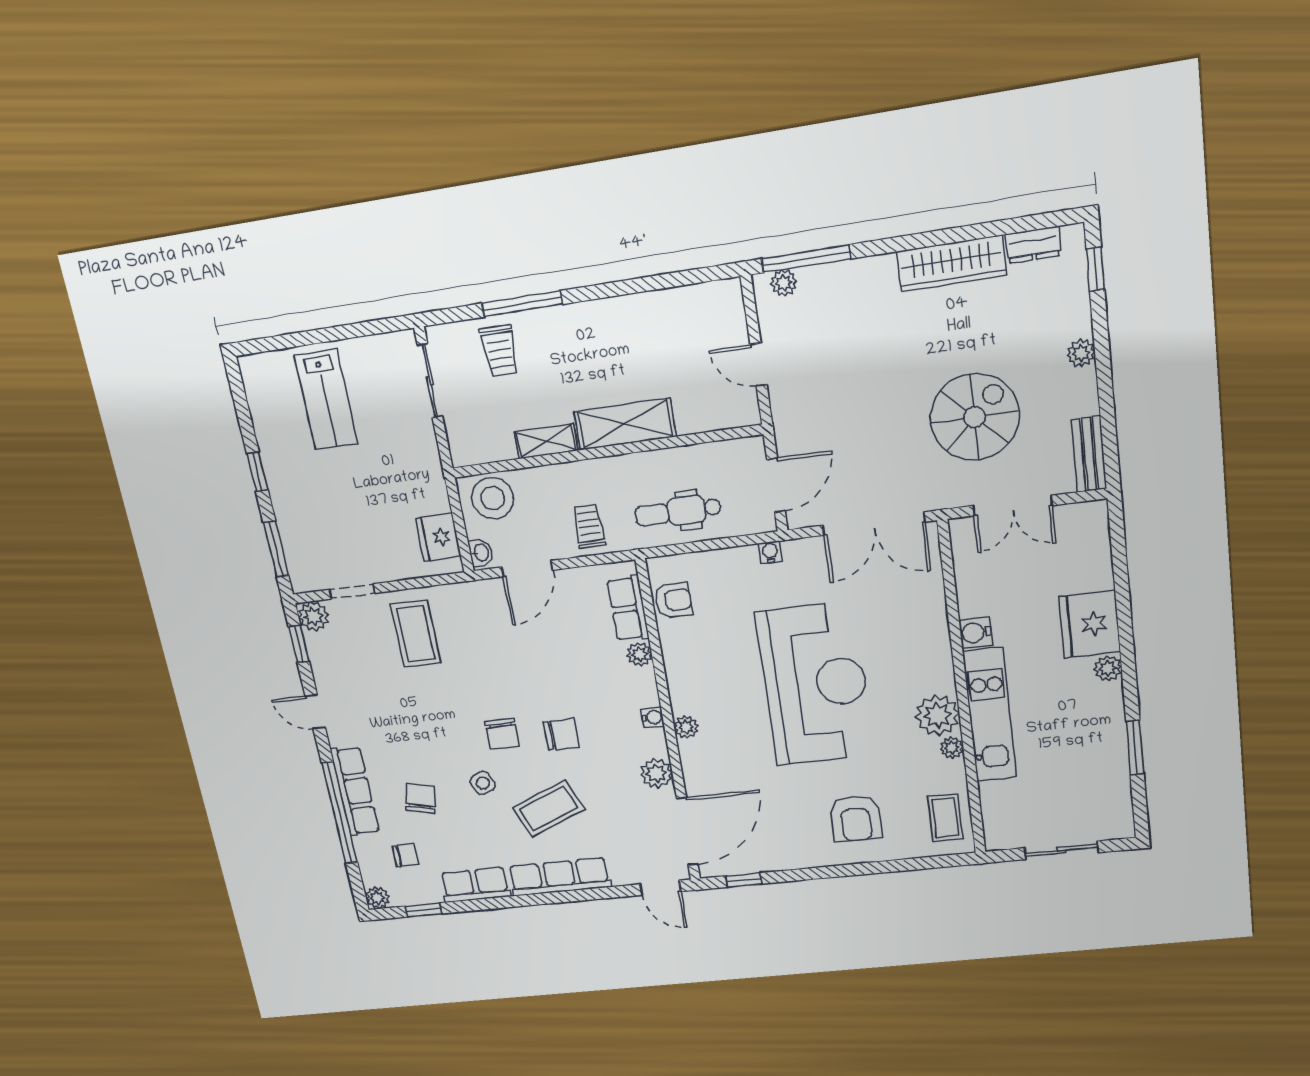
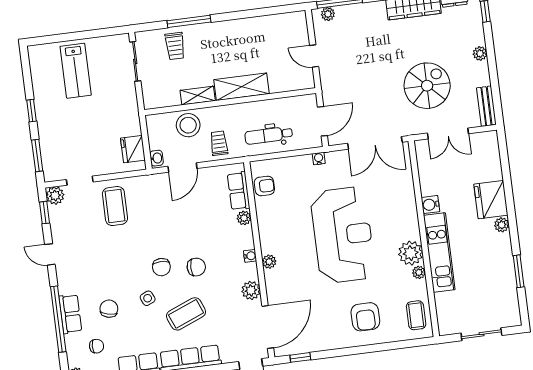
stool: (493, 498) -> (188, 125), moved
row of seats: (355, 791) -> (70, 314), width x0.68

